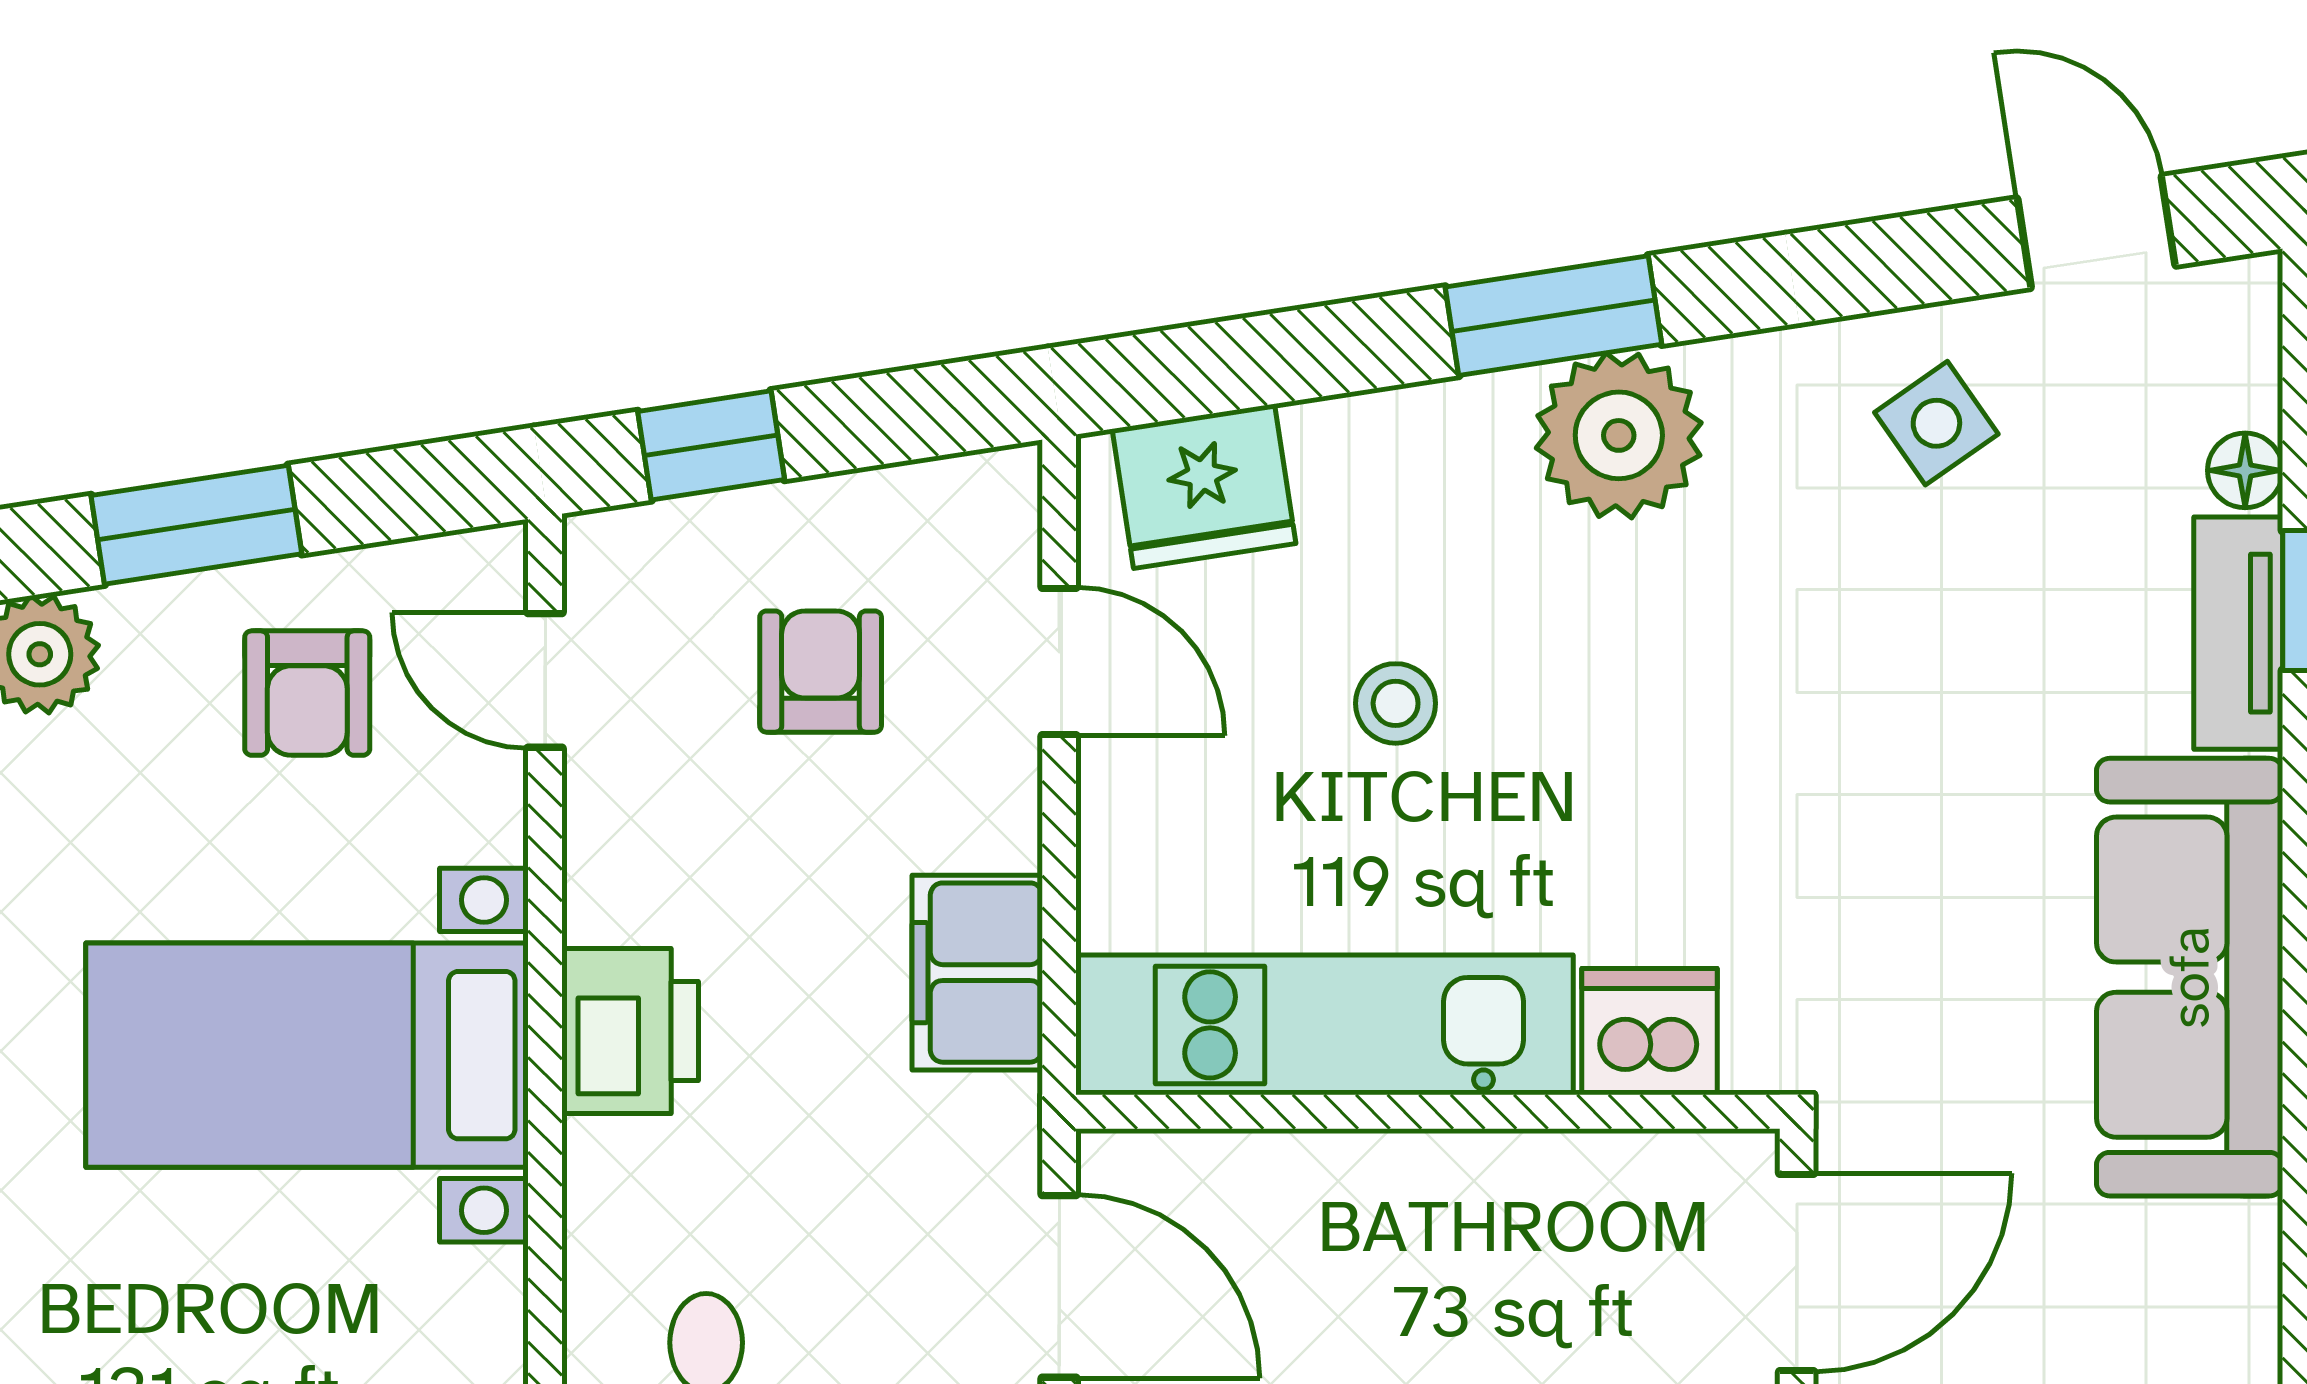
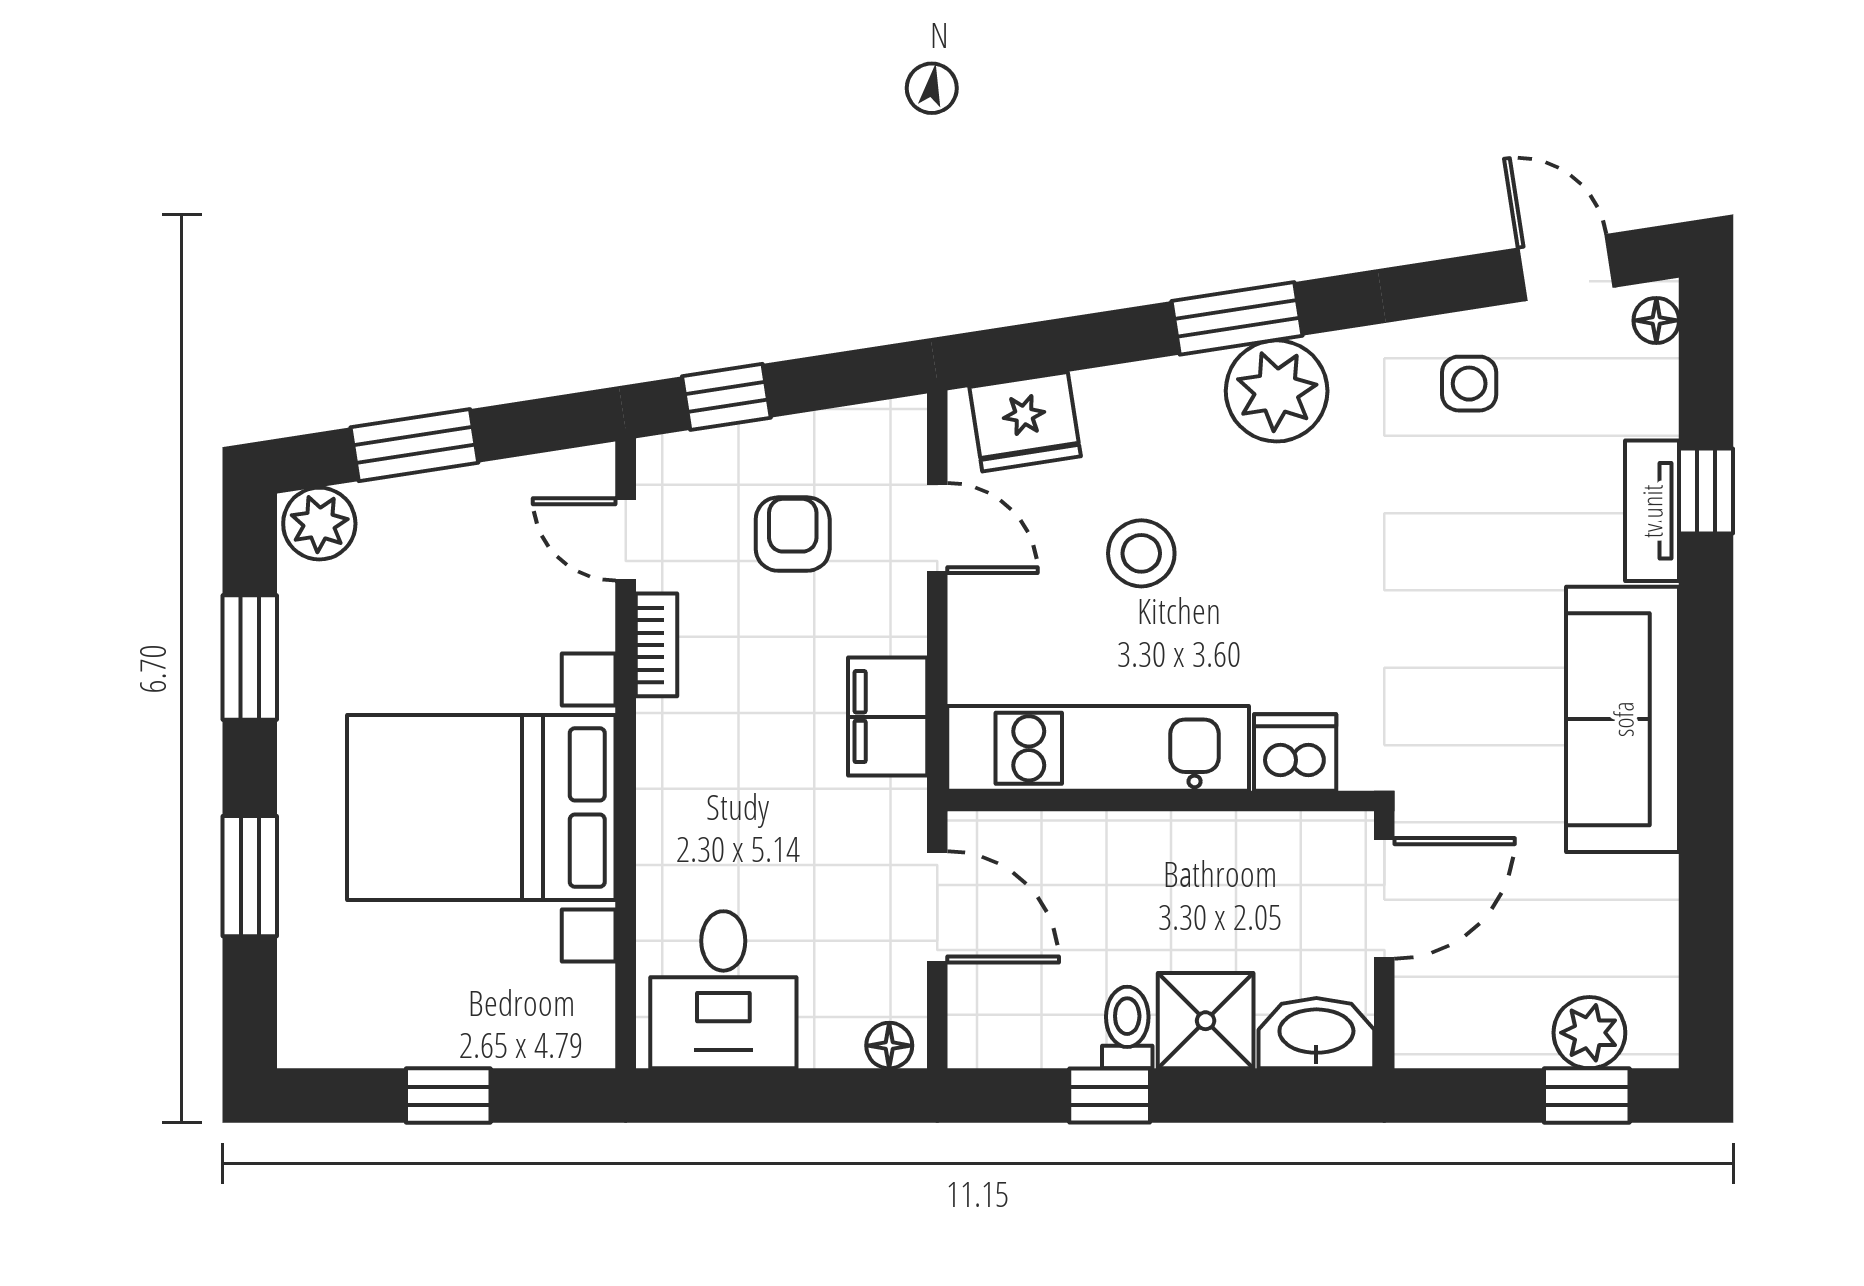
side table: (1936, 423) -> (1469, 384), turned 35
floor lamp: (2245, 470) -> (1656, 320), moved
armchair: (307, 693) -> (482, 547), removed
stool: (1396, 703) -> (1141, 553), width x1.37, depth x1.37
bookcase: (596, 854) -> (656, 645), added
printer: (630, 1031) -> (677, 752), removed
bed with nightstands: (307, 1055) -> (481, 807), width x1.36

